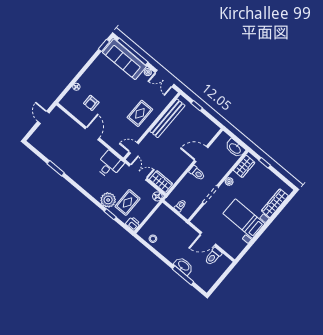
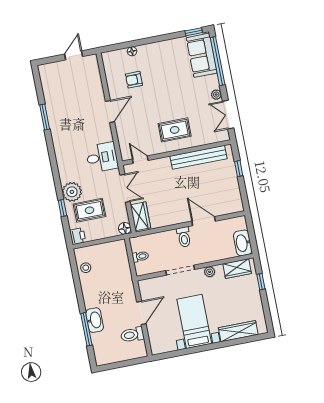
sofa: (124, 59) -> (202, 55), width x0.73
door: (208, 239) -> (141, 313), swing flipped

